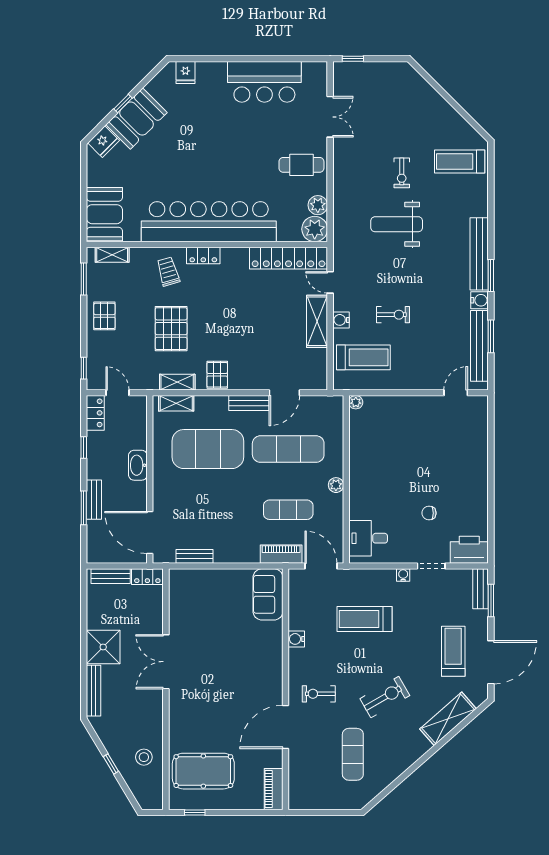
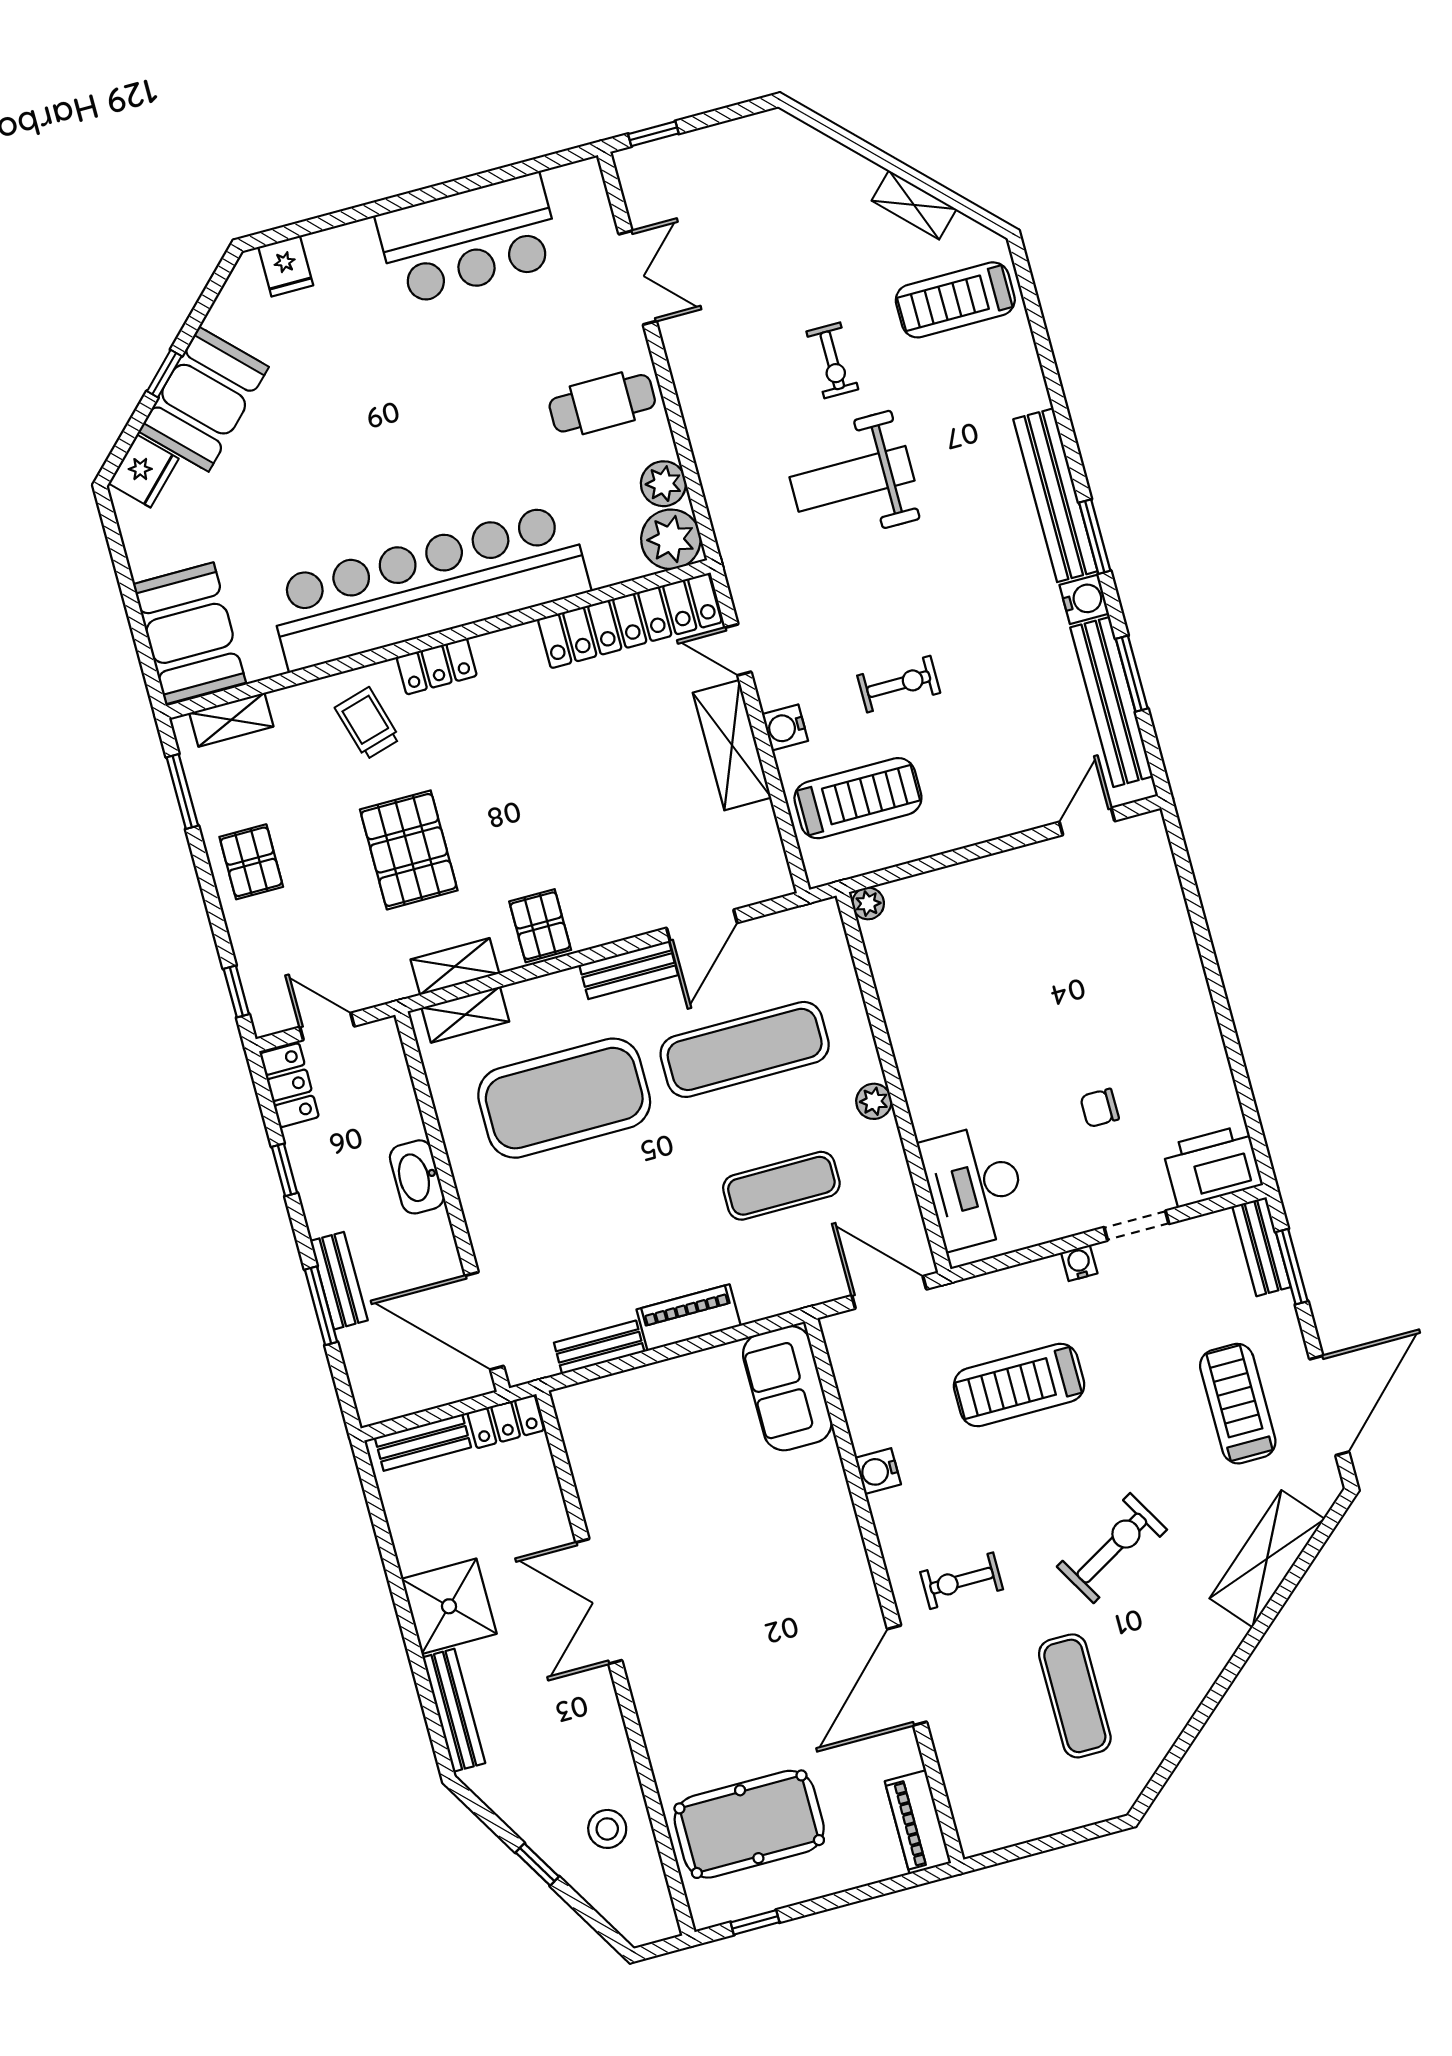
shelving: (453, 118) -> (914, 205), added
desk: (368, 538) -> (974, 1186), width x1.37
piano: (281, 554) -> (689, 1318), moved

